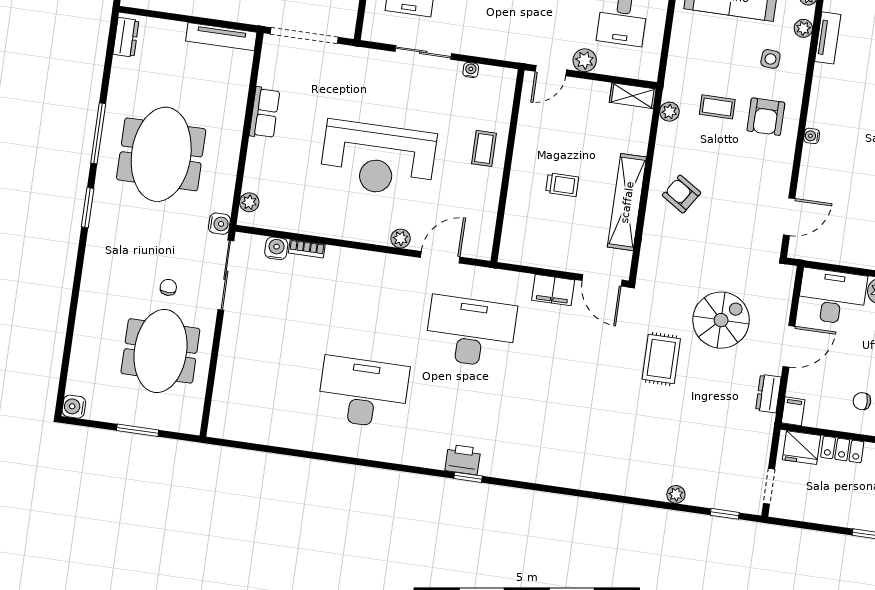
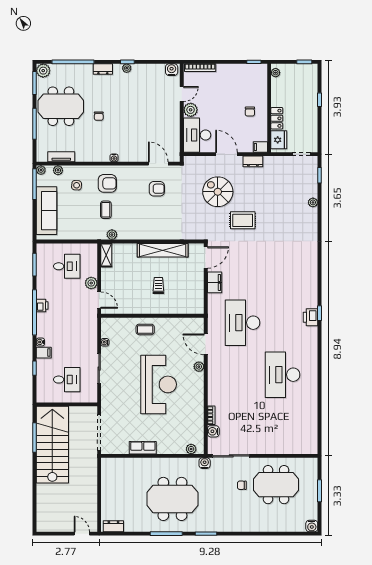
tv unit: (221, 37) -> (106, 476), removed
armchair: (682, 194) -> (157, 189), moved, turned -123

